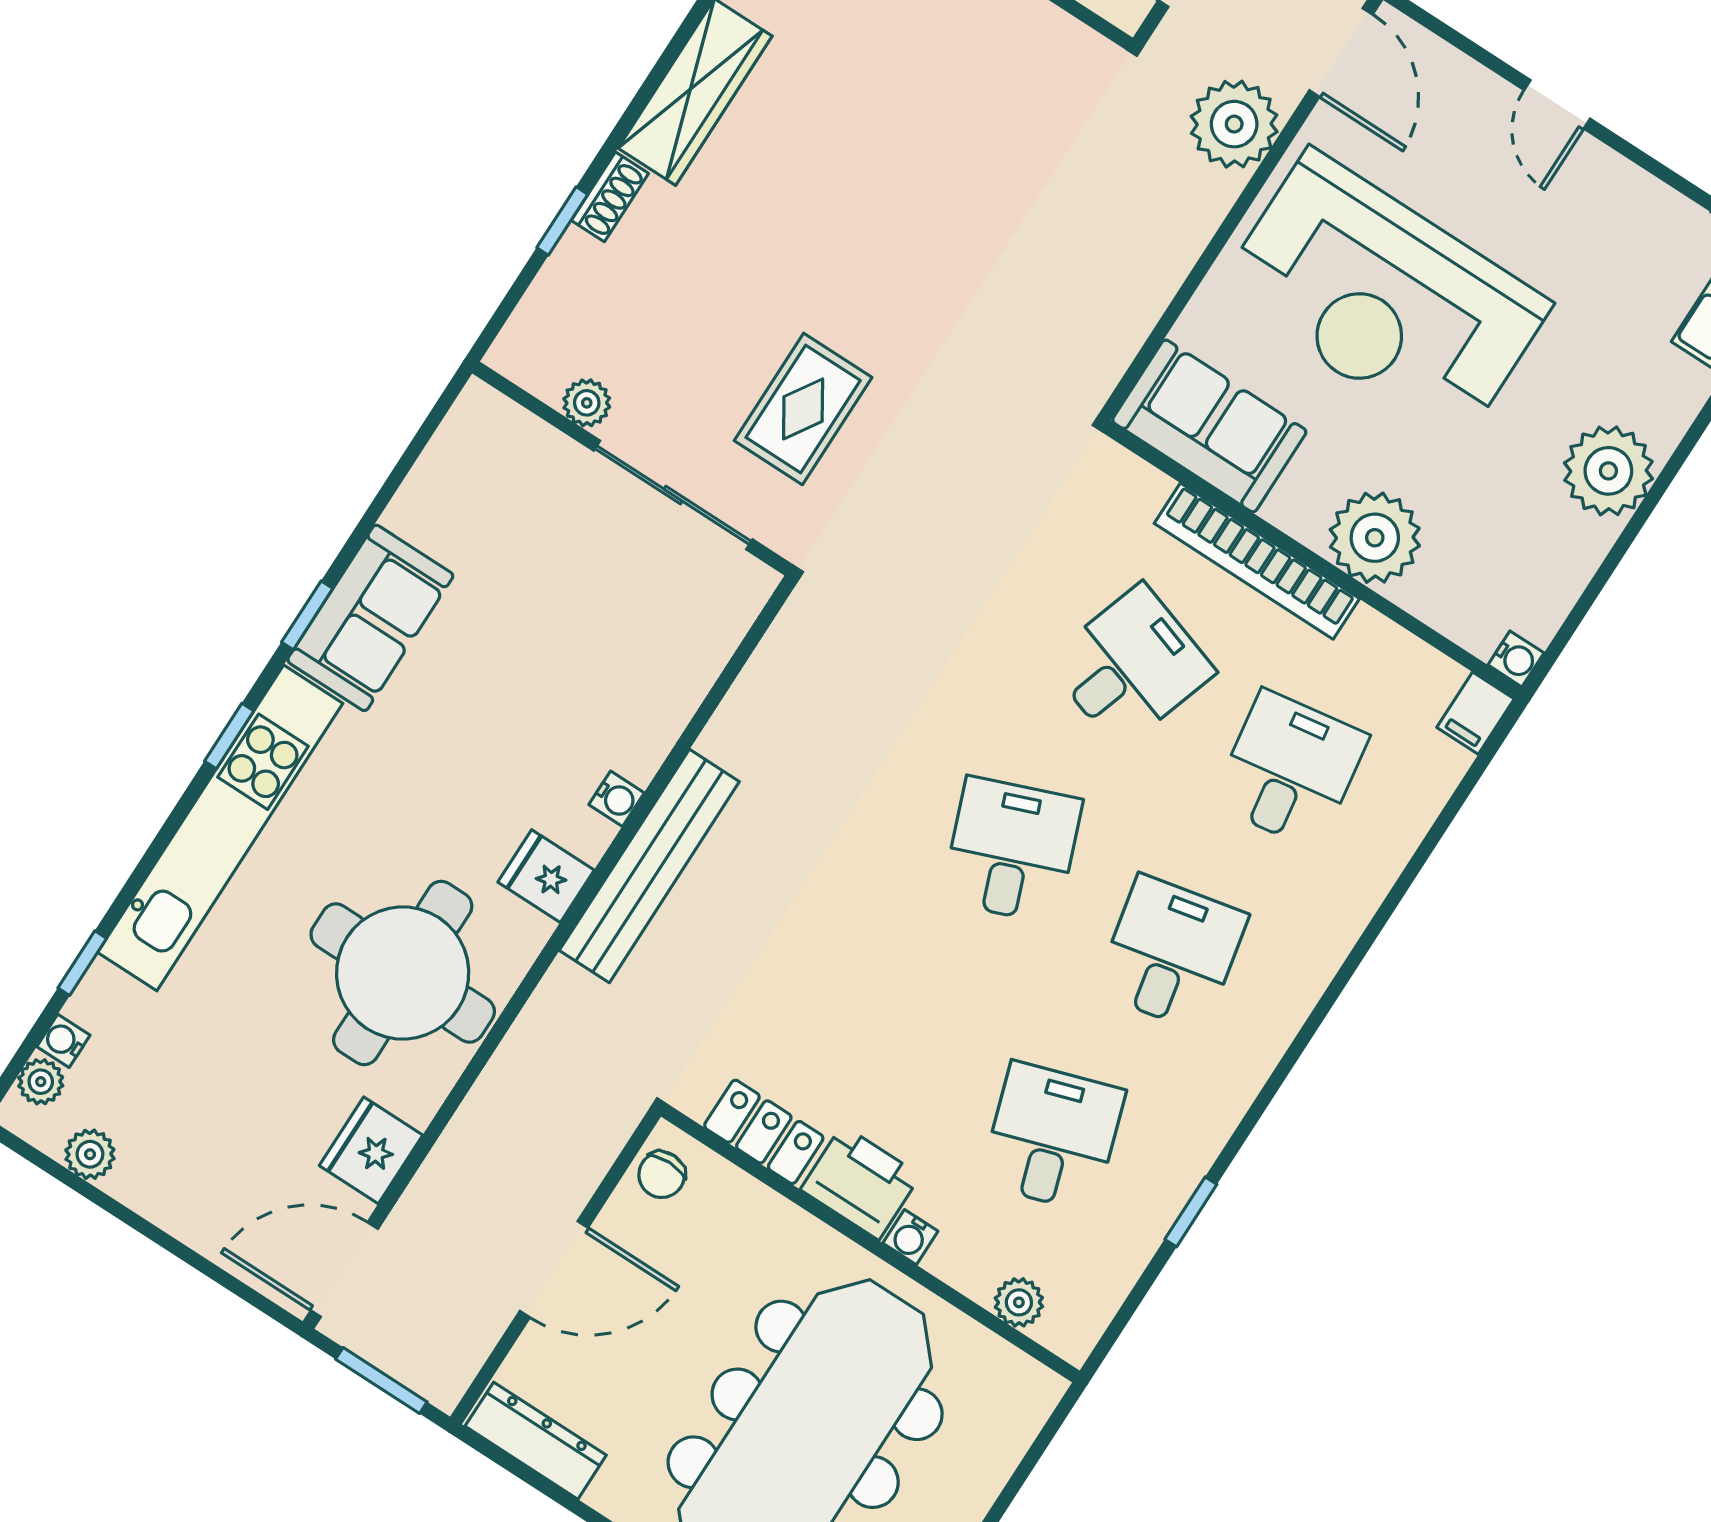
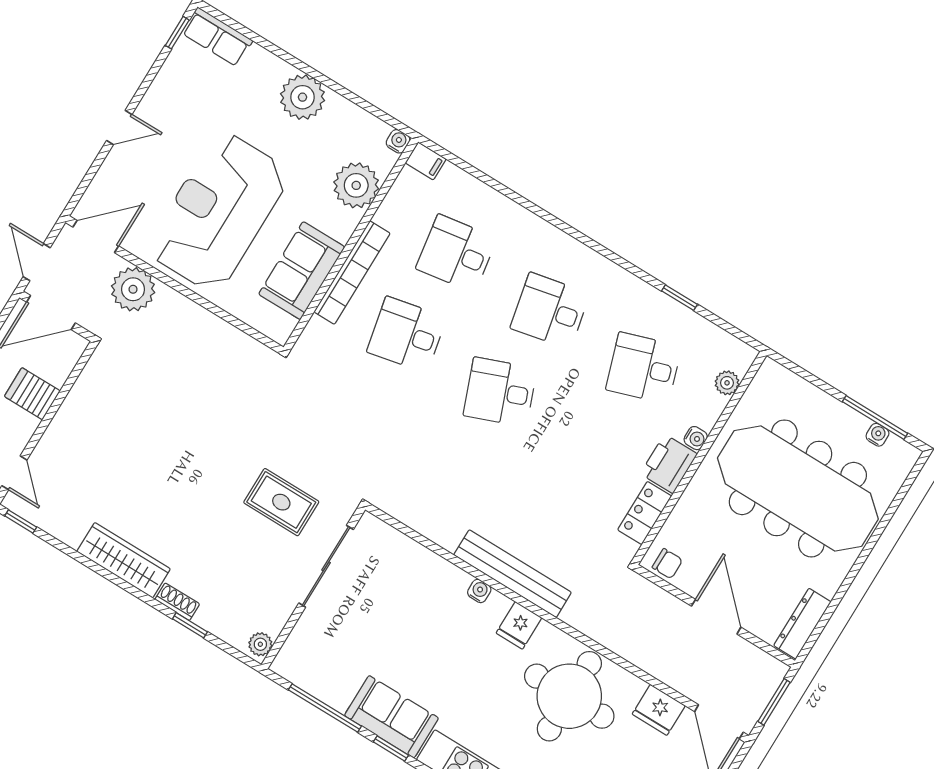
reception desk: (1384, 298) -> (218, 212), turned 180
plant: (587, 403) -> (260, 644), moved
sofa: (1209, 426) -> (302, 271), moved
window: (391, 486) -> (325, 708), added
plant: (1375, 538) -> (356, 185), moved
desk: (1131, 667) -> (407, 335), turned -30

